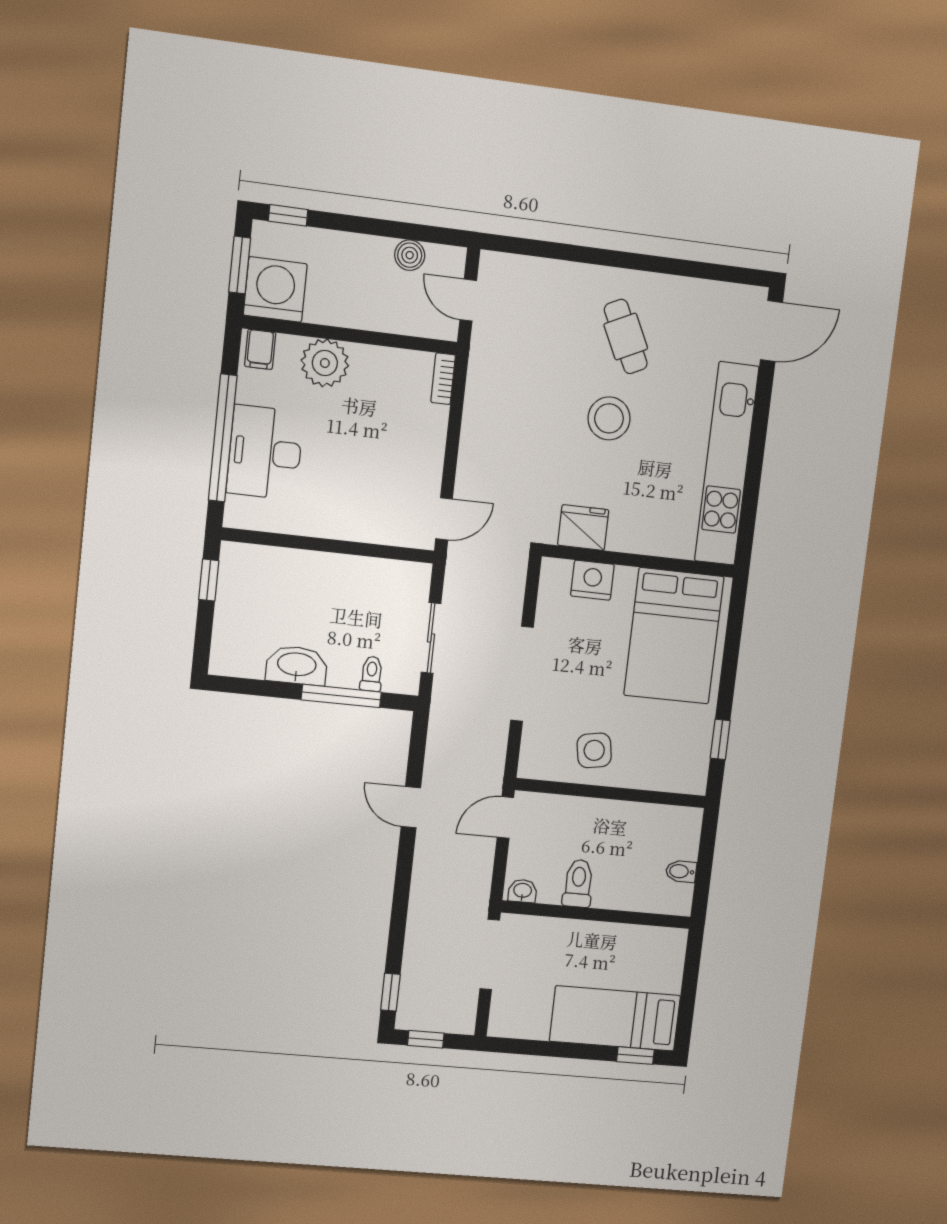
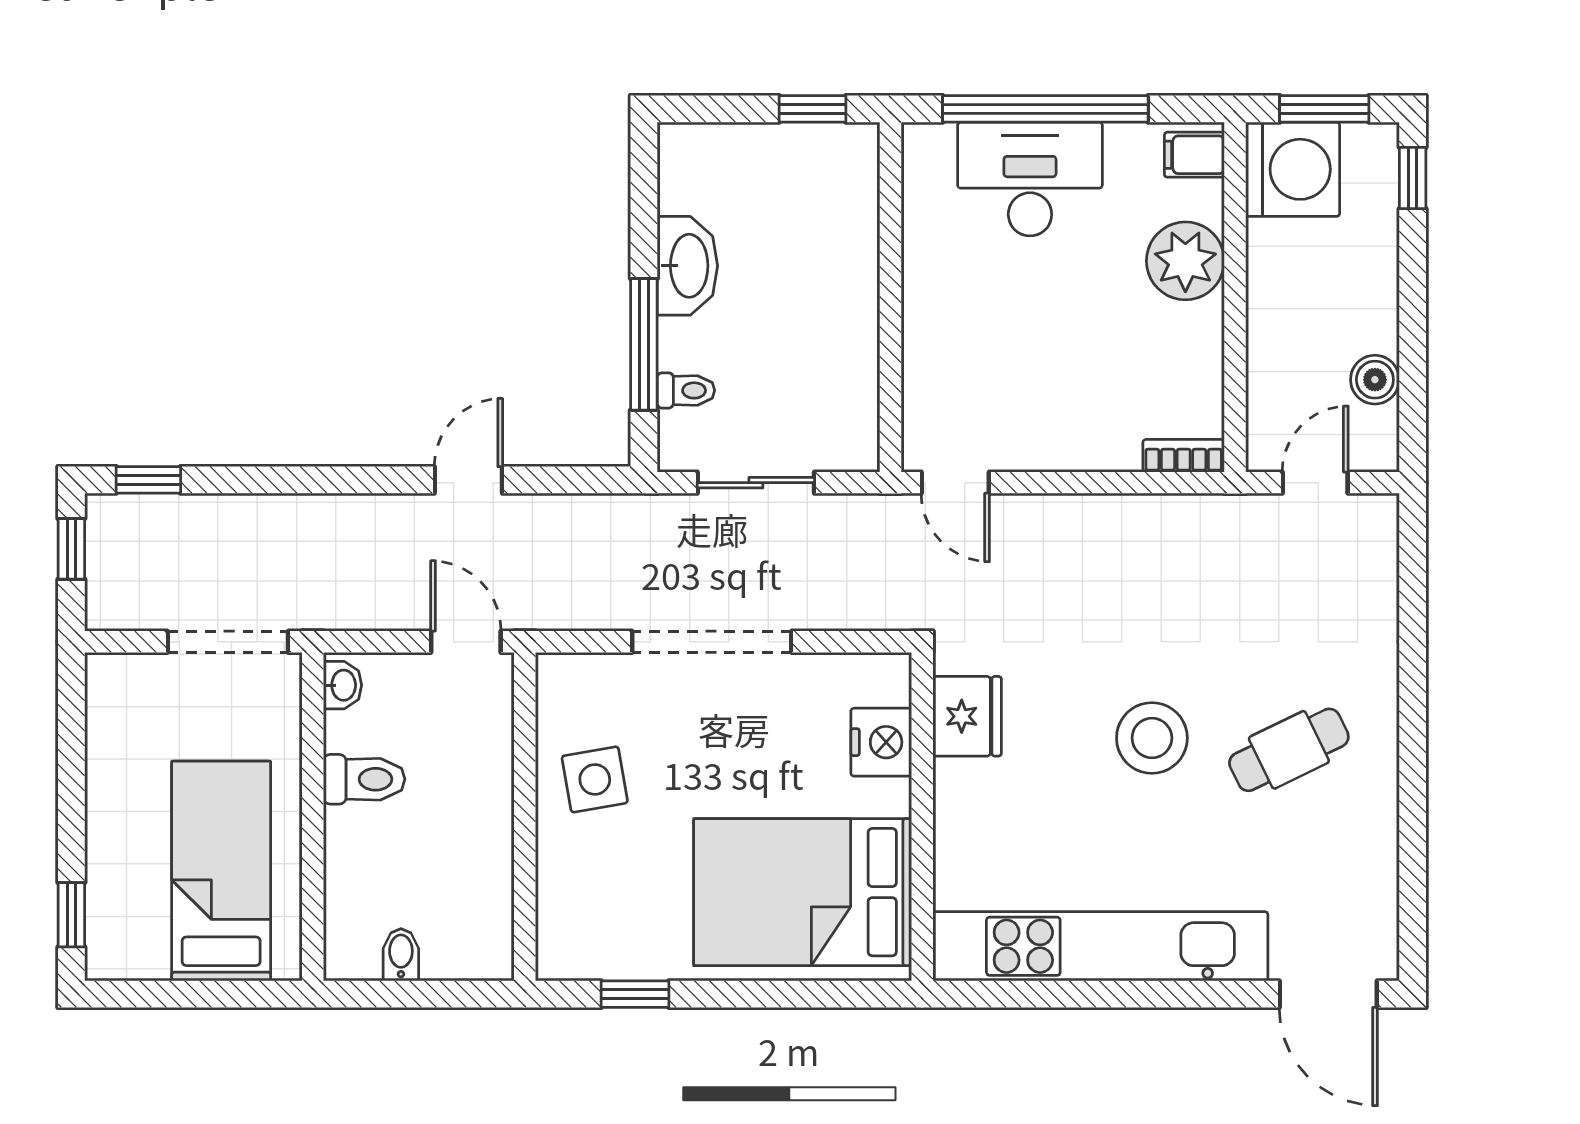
bed: (615, 1018) -> (221, 871), moved

